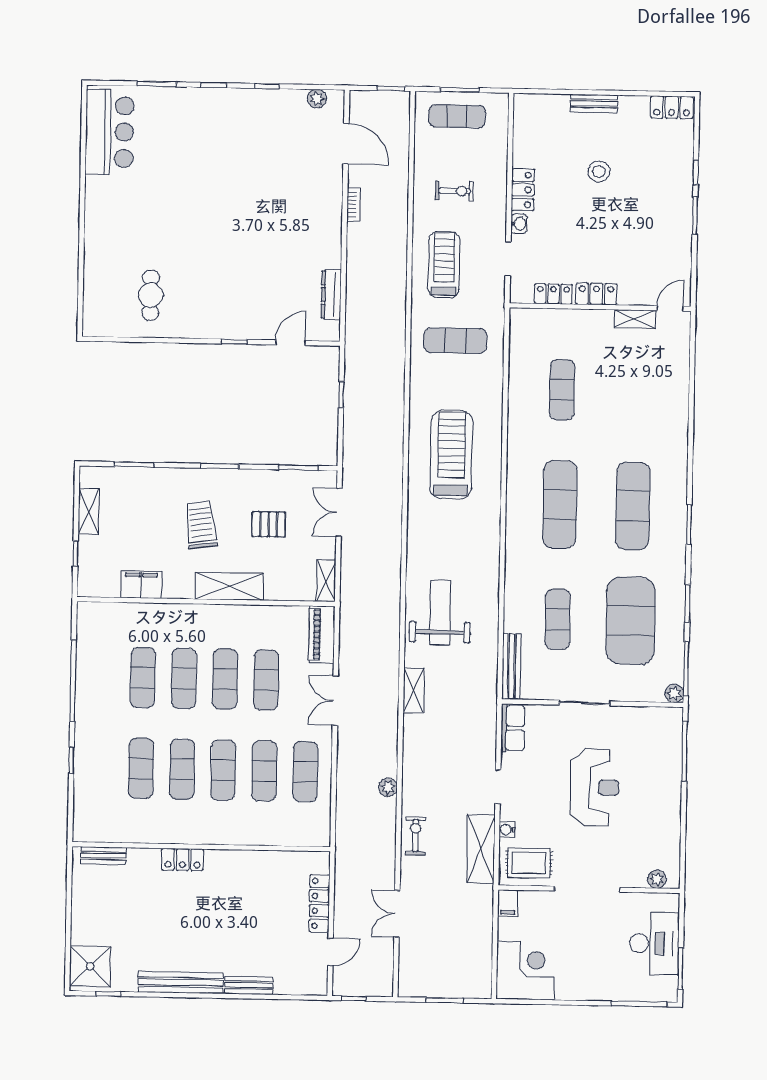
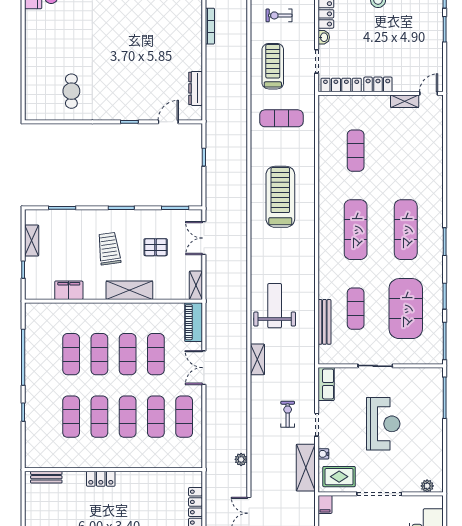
exercise bike: (455, 191) -> (279, 15), turned 180
bookcase: (354, 204) -> (210, 26), width x1.56
locker: (553, 294) -> (341, 85), width x1.53
bench: (512, 667) -> (324, 322), moved
plant: (674, 693) -> (437, 358), removed
plant: (388, 787) -> (241, 459), moved
exercise bike: (416, 836) -> (288, 414), moved

